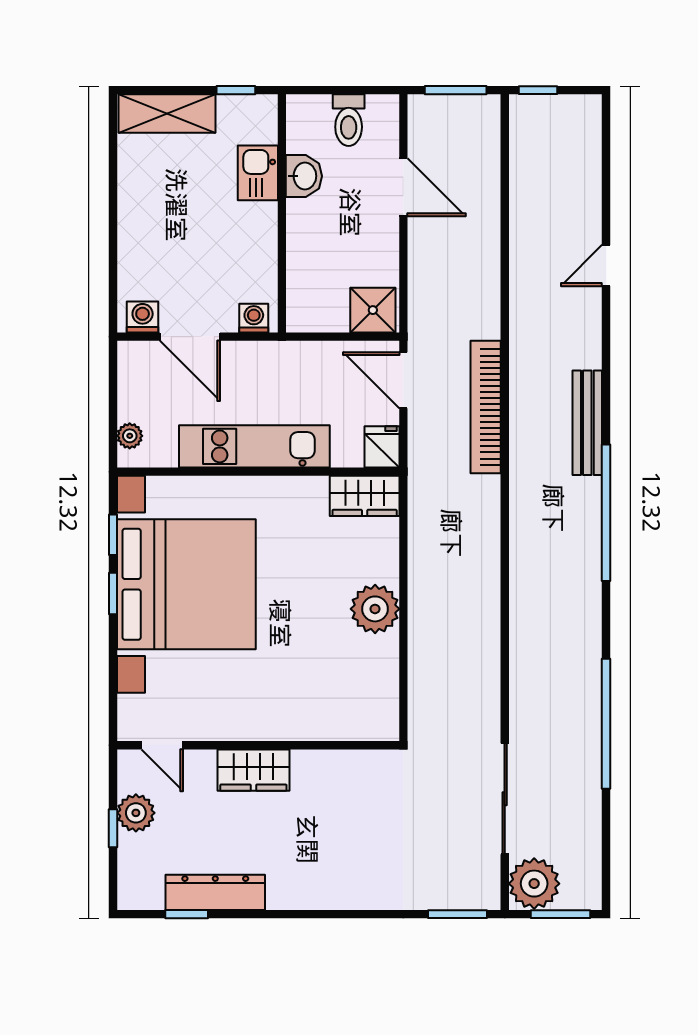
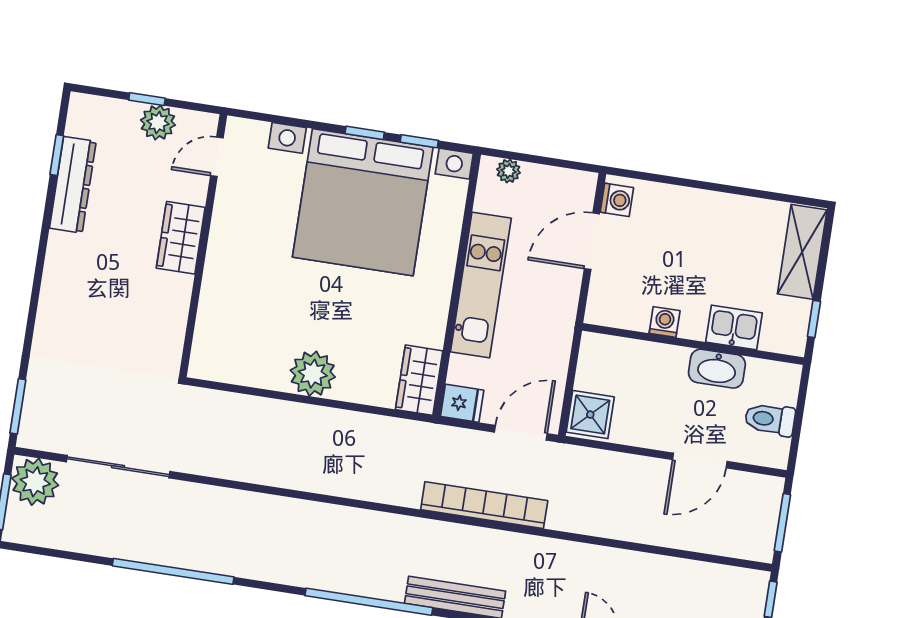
washbasin: (304, 176) -> (717, 369), width x1.38
washing machine: (254, 318) -> (665, 322), moved, turned -90

